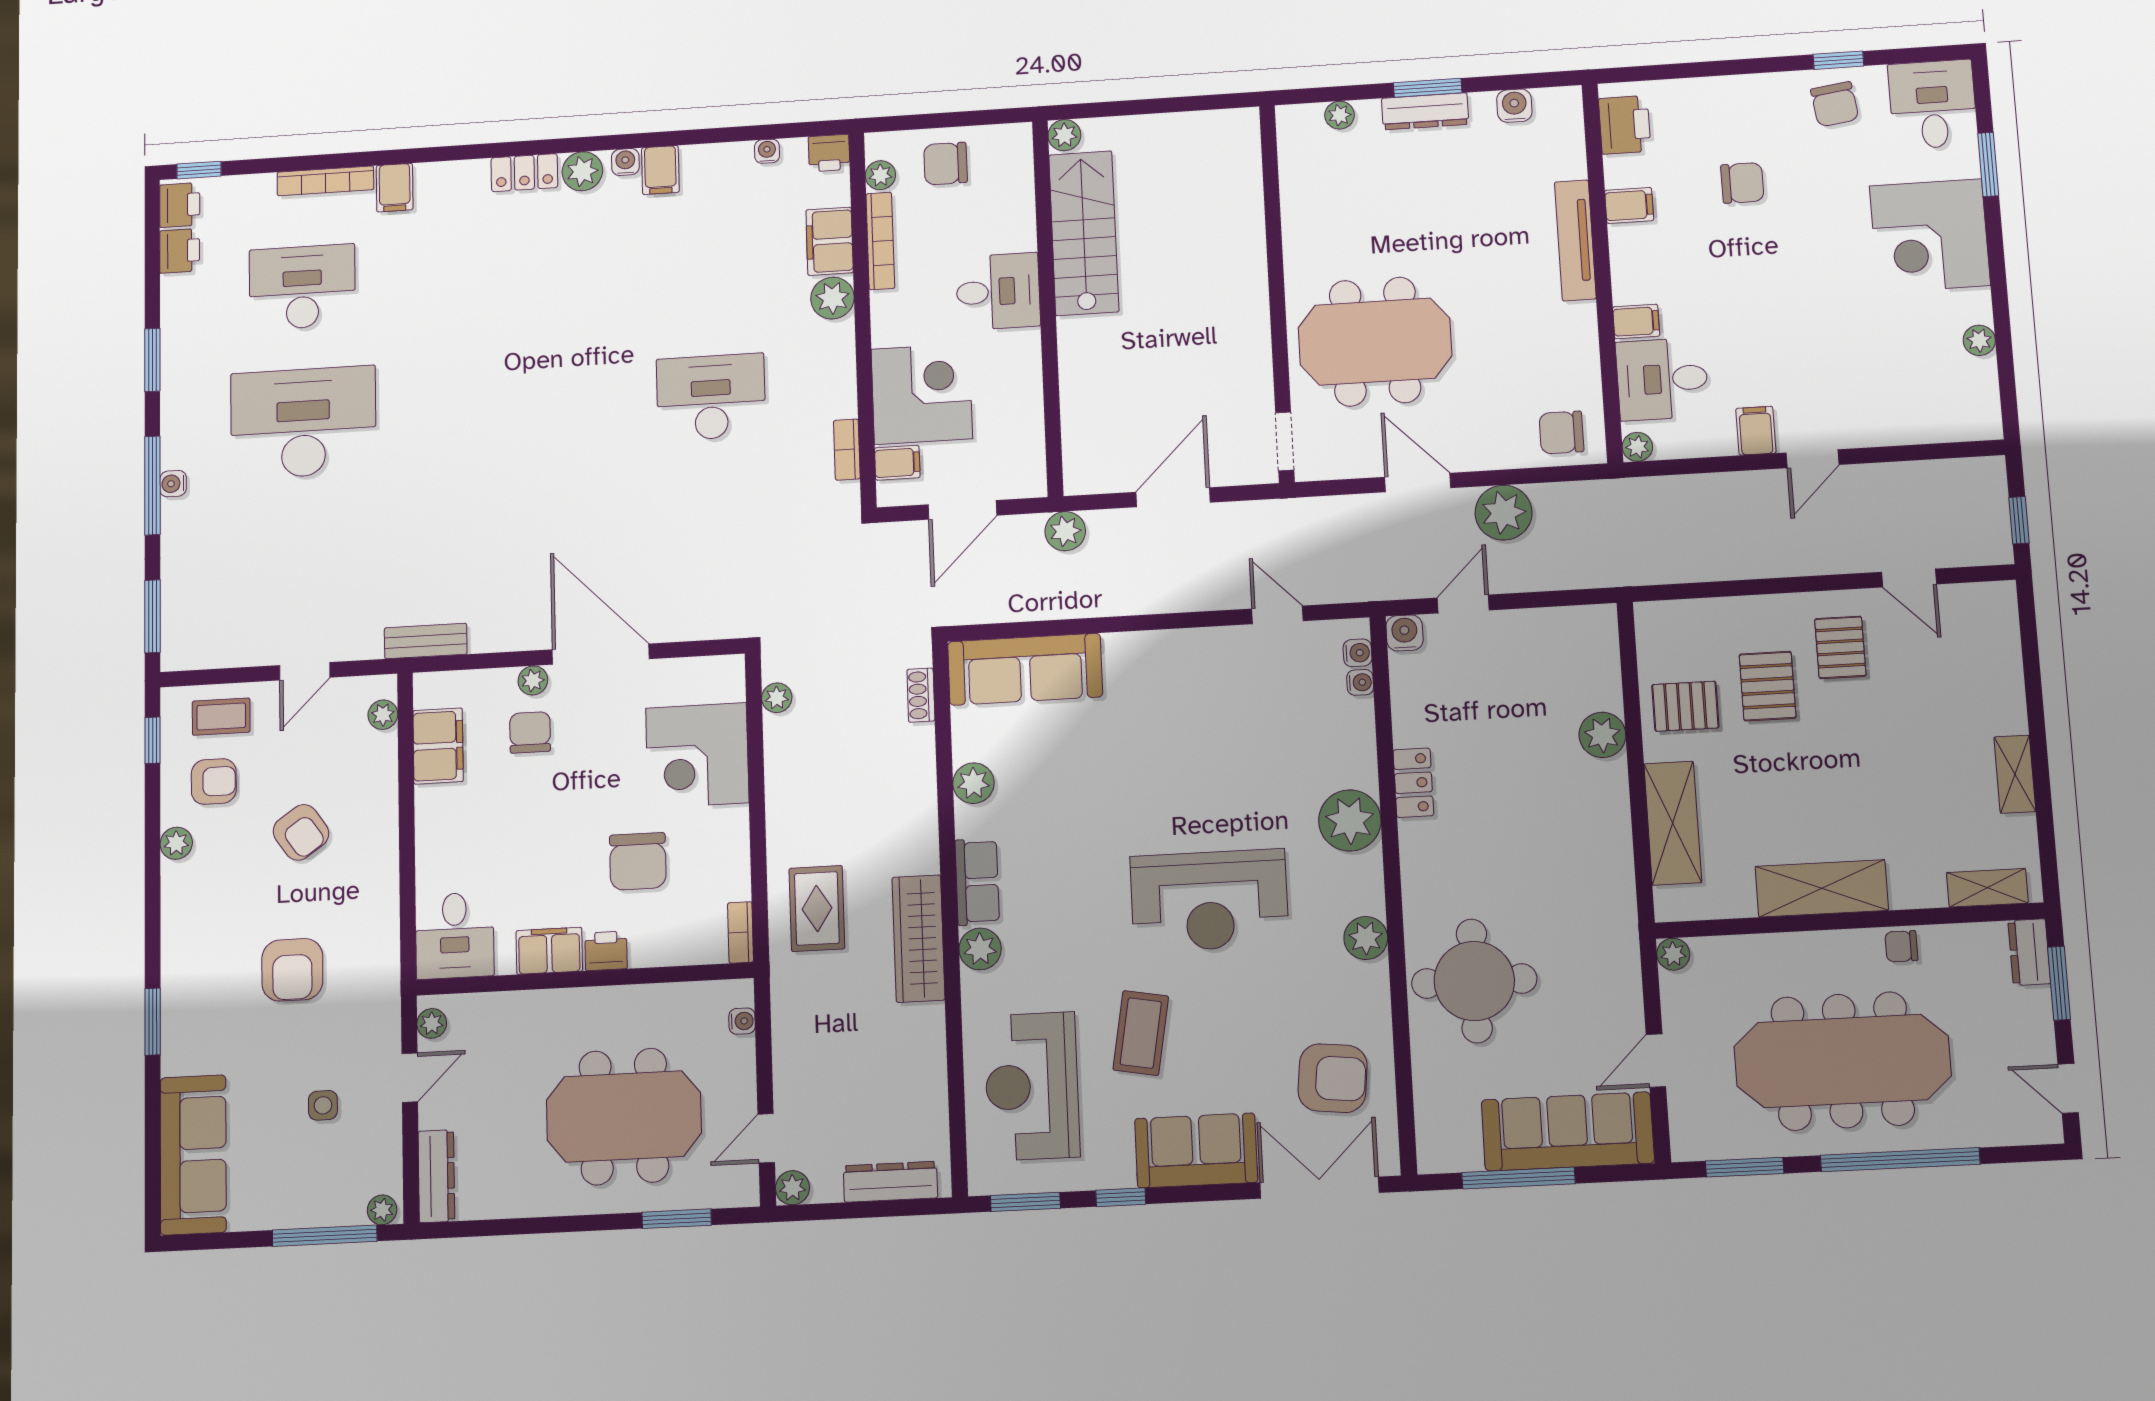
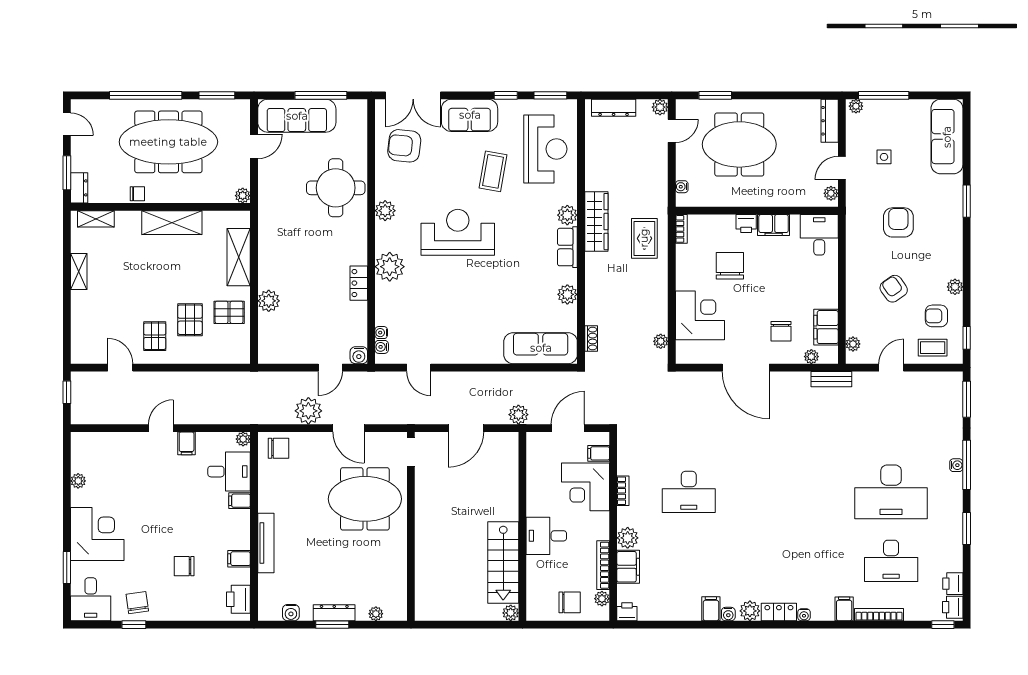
water cooler: (767, 151) -> (804, 615), moved
bookcase: (847, 450) -> (623, 491), moved
plant: (533, 680) -> (811, 357), moved

